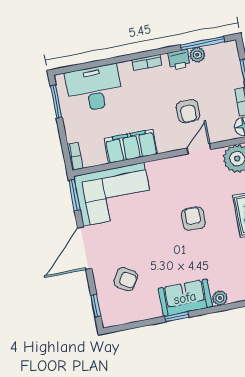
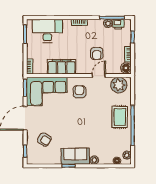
printer: (179, 60) -> (118, 24), moved
armchair: (193, 219) -> (79, 92), moved

